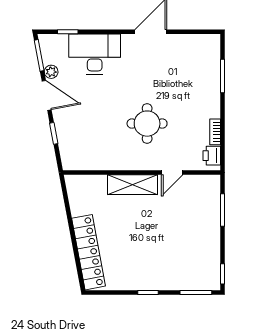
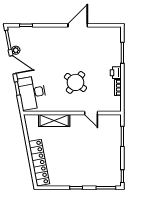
desk: (95, 54) -> (32, 93), moved, turned -101
round table: (147, 124) -> (75, 82), turned 37
printer: (212, 156) -> (116, 73), moved
door: (172, 173) -> (91, 113), hinge flipped
shelving: (132, 185) -> (54, 121), moved

